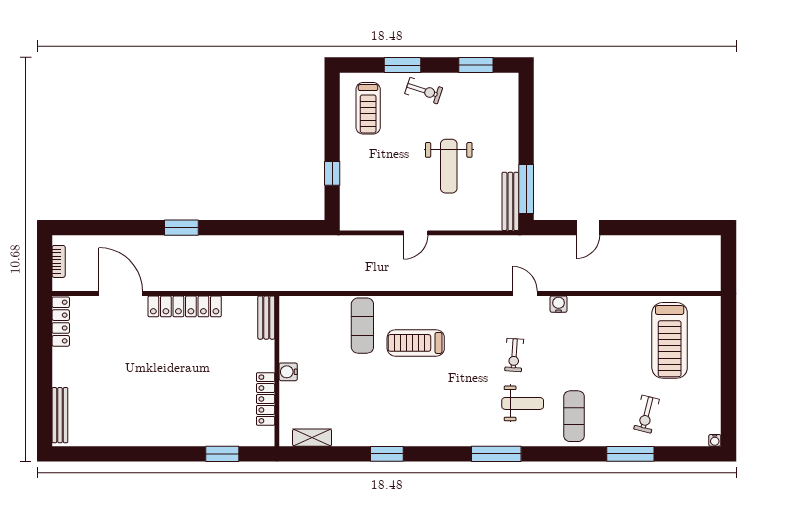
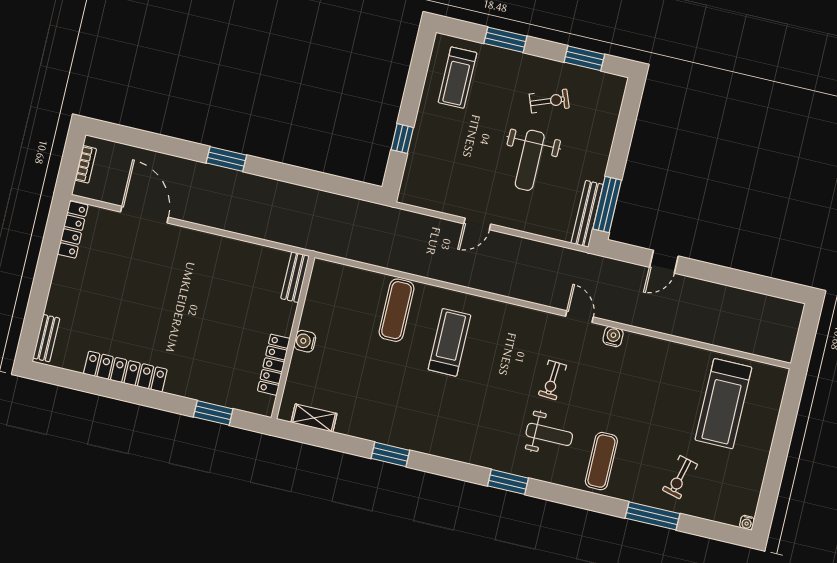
exercise bike: (424, 91) -> (549, 101), moved, turned -39
locker: (185, 306) -> (125, 372), moved, turned 180
treadmill: (416, 343) -> (449, 342), turned 90
bench: (60, 415) -> (46, 338), width x0.73
window: (496, 454) -> (508, 482), width x0.69

